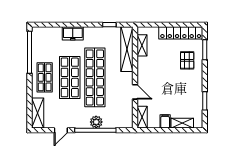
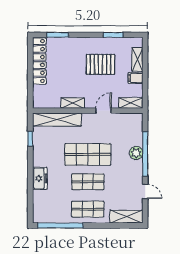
shelving: (142, 45) -> (73, 103), moved
pallet: (187, 60) -> (100, 64), moved, width x1.50, depth x1.42
shop shelf: (70, 77) -> (88, 182), width x0.70, depth x0.74
shop shelf: (95, 77) -> (88, 154), width x0.71

